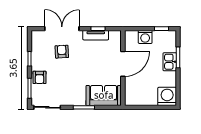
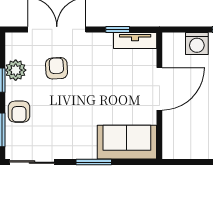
tv unit: (96, 35) -> (135, 40), moved
plant: (37, 53) -> (16, 70), added

